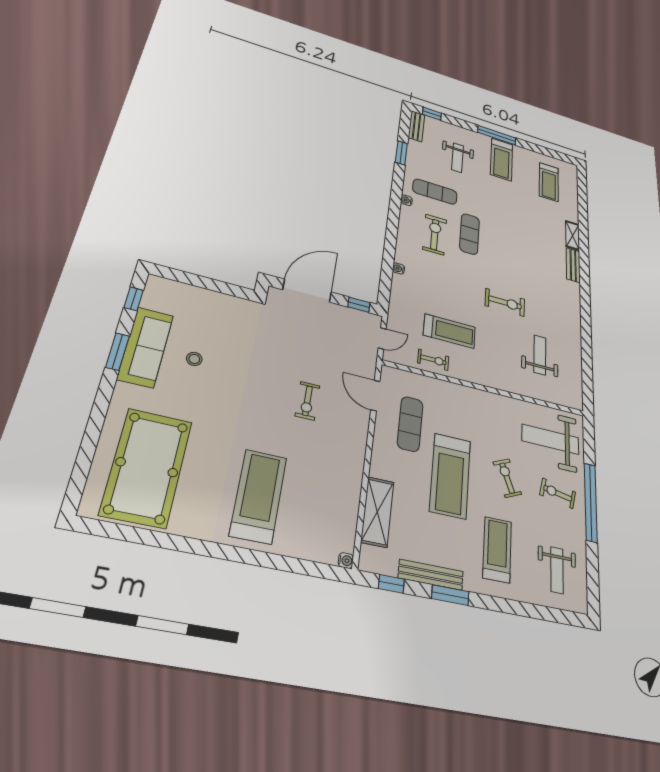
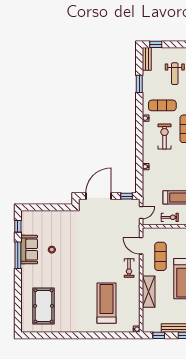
sofa: (146, 347) -> (29, 250), width x0.73
window: (117, 352) -> (18, 255), width x1.44
exercise bike: (307, 401) -> (129, 268), moved
pool table: (147, 467) -> (44, 306), width x0.73, depth x0.76
treadmill: (259, 496) -> (106, 303), moved
shelving: (377, 512) -> (149, 292), moved

